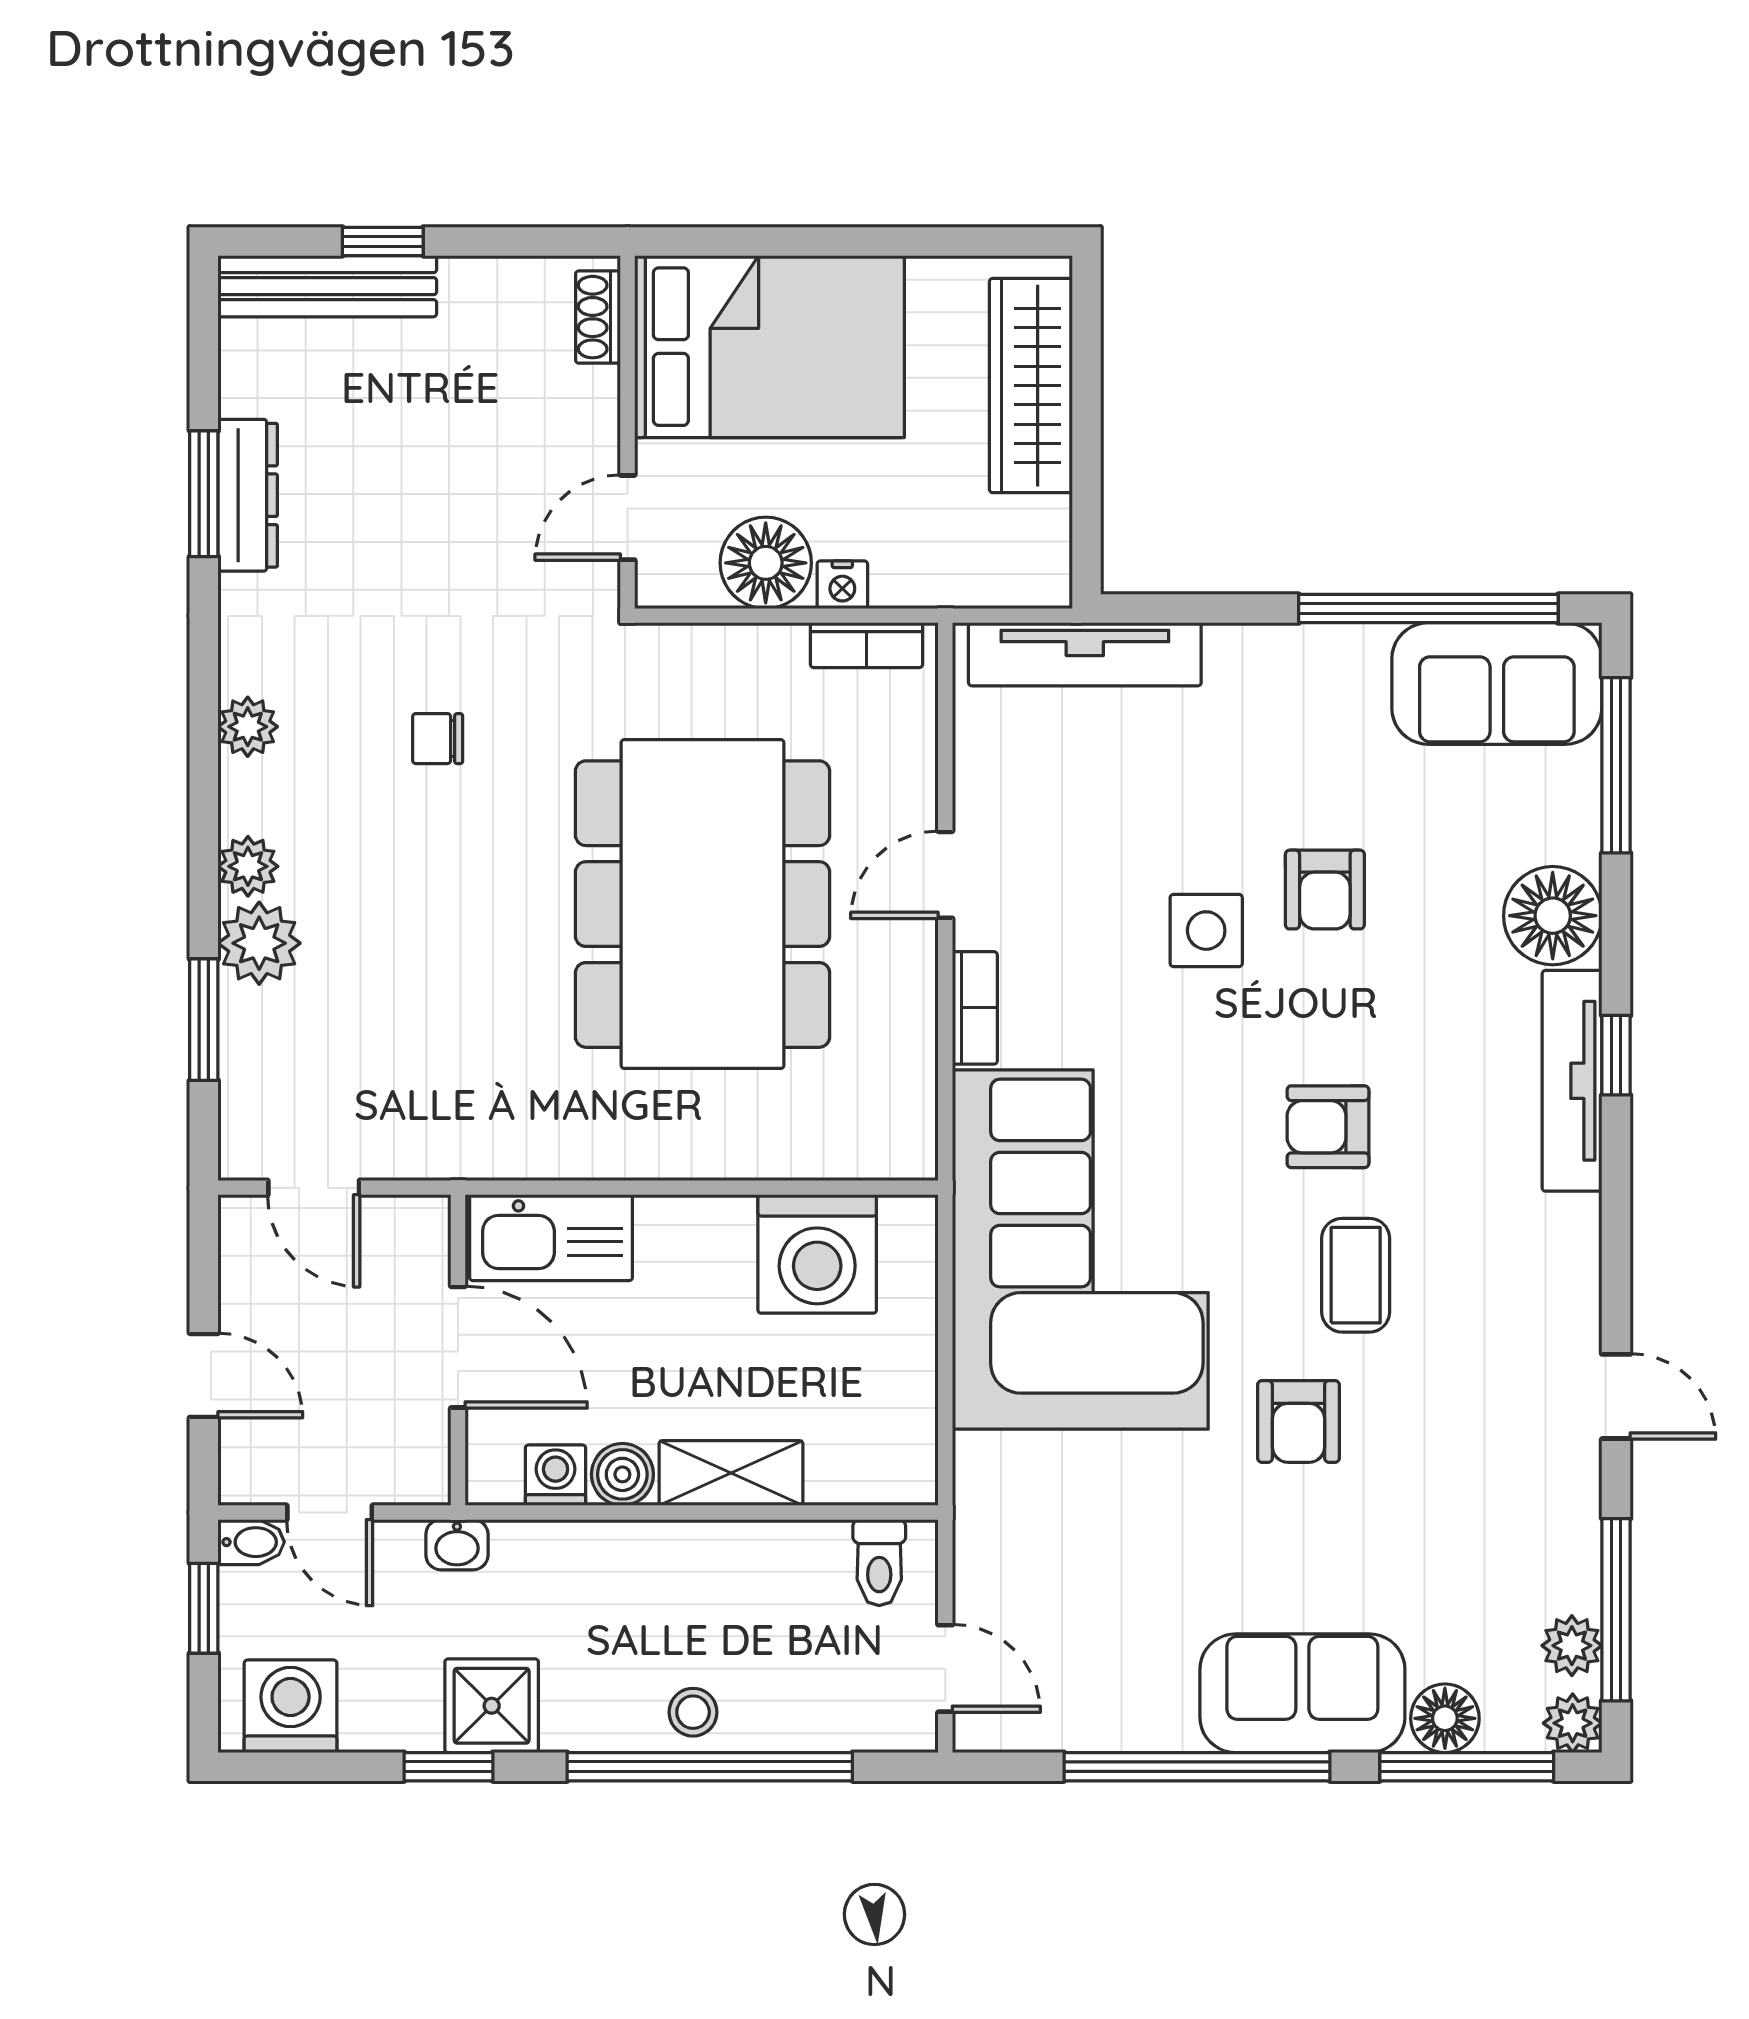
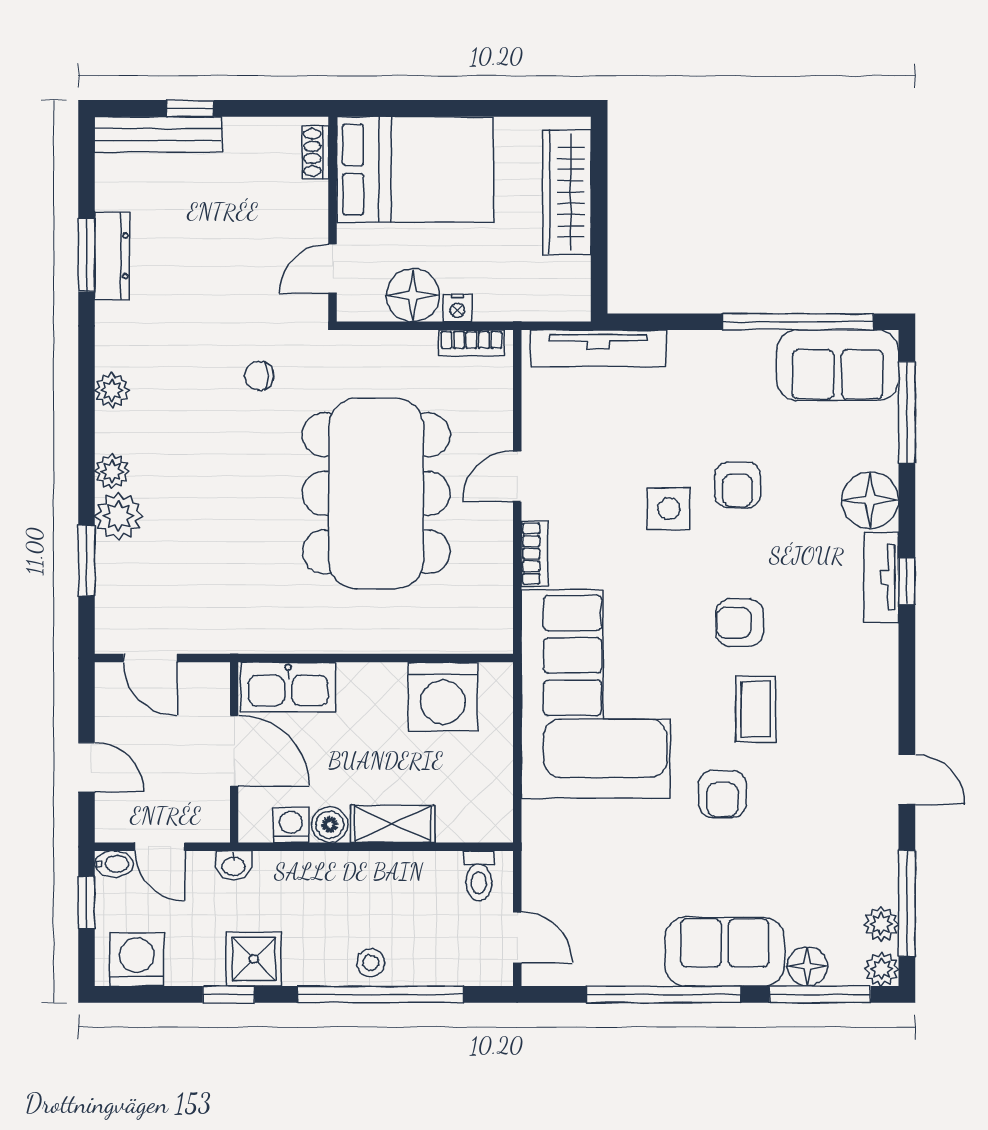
chair: (438, 739) -> (259, 376), moved
tv unit: (1572, 1081) -> (881, 577), width x0.71

